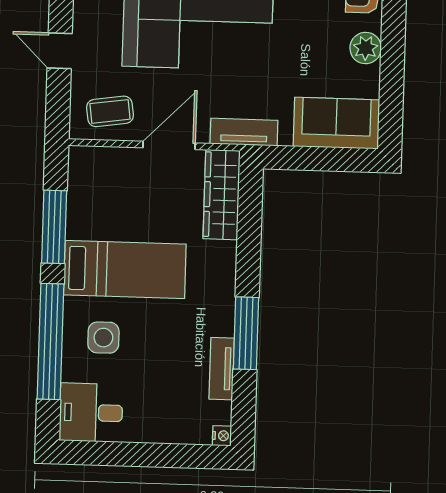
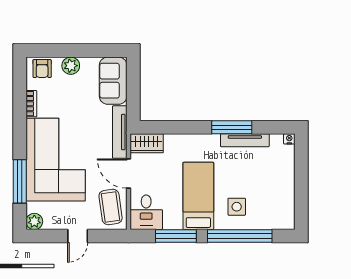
coffee table: (110, 111) -> (111, 207), width x1.36, depth x1.30
tv unit: (244, 132) -> (120, 132), width x1.41
wardrobe: (222, 195) -> (147, 143), width x0.67
tv unit: (222, 369) -> (245, 140), width x1.41
desk: (91, 413) -> (146, 212), moved

